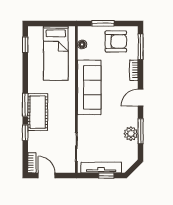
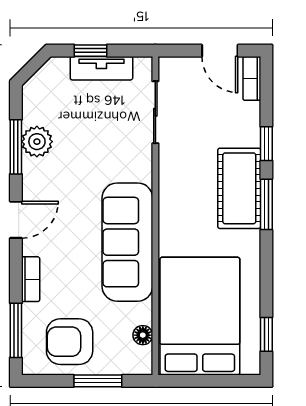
bed: (56, 53) -> (200, 316), width x1.50
tv unit: (101, 167) -> (101, 68), width x0.71

